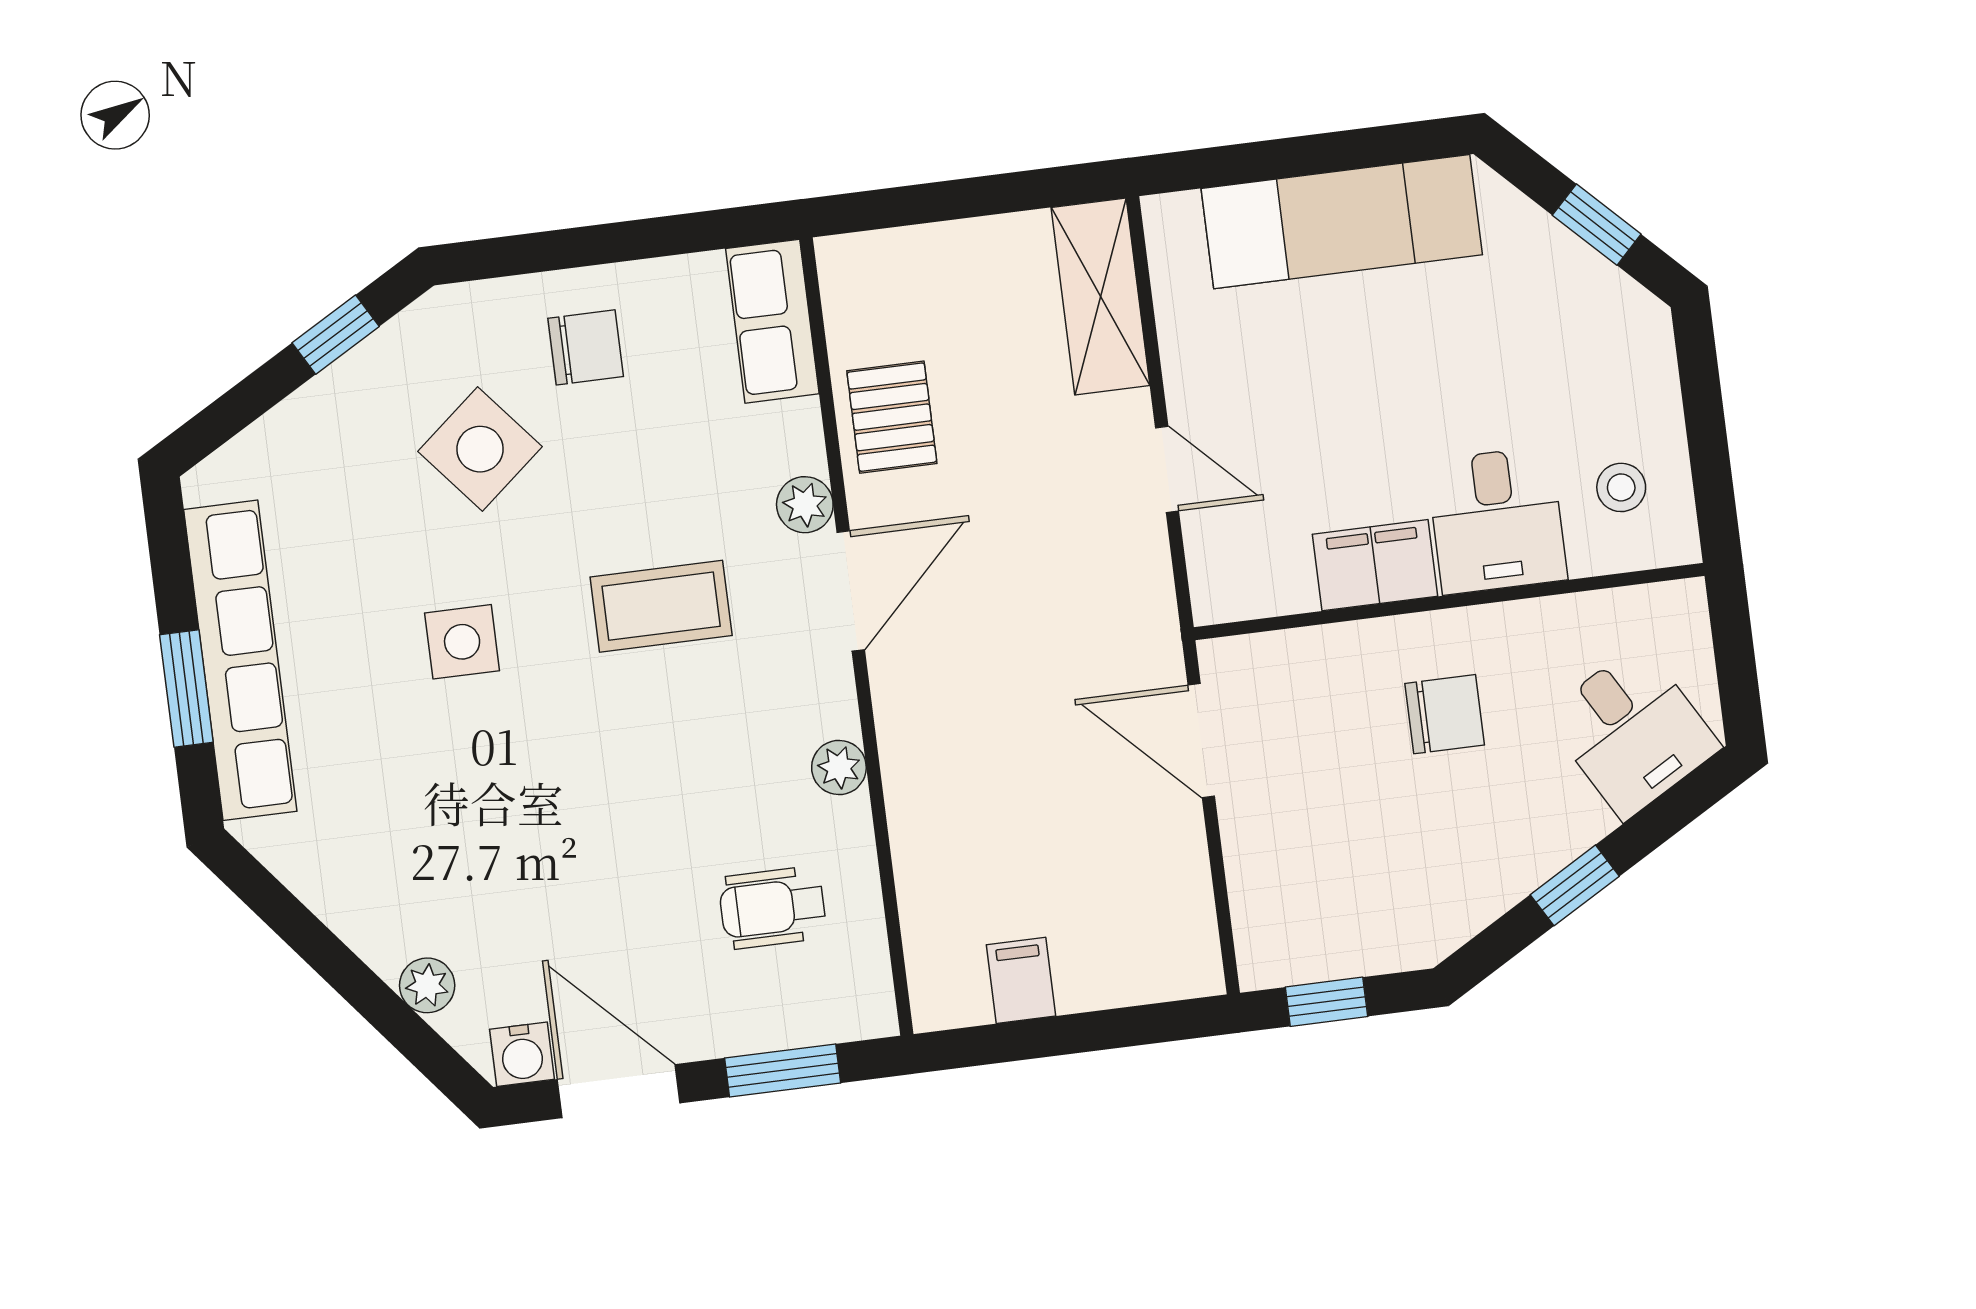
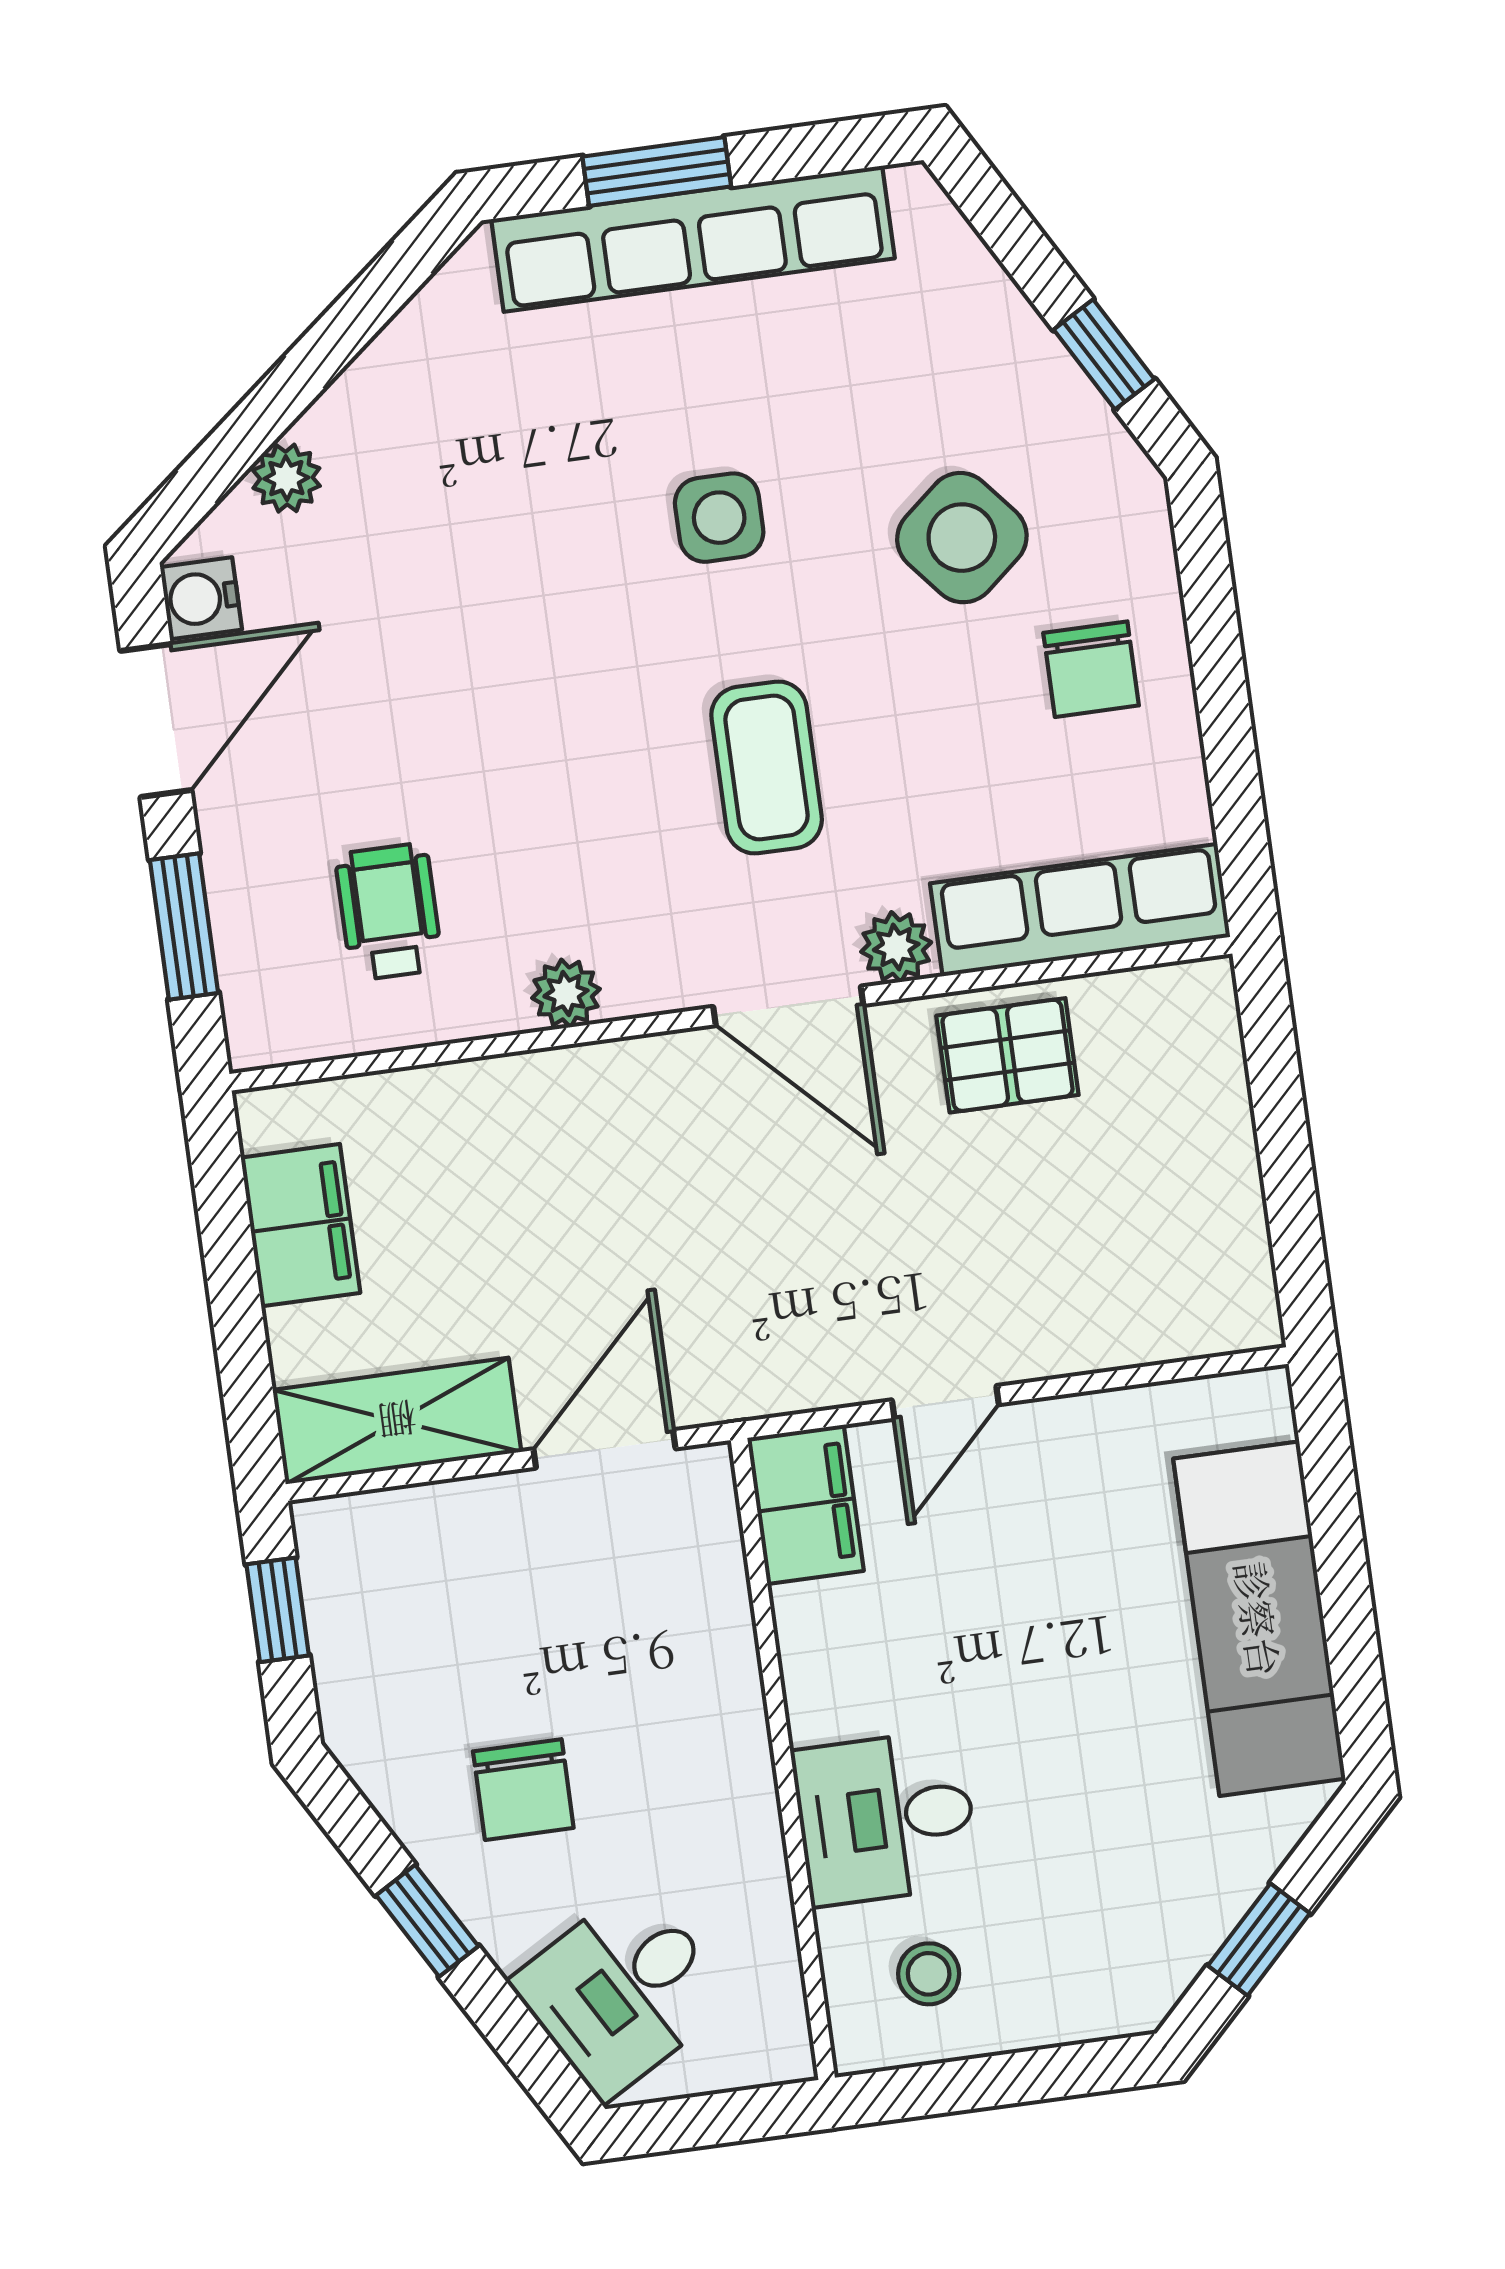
shelving: (1100, 297) -> (397, 1421), moved
row of seats: (772, 321) -> (1080, 910), width x1.48
filing cabinet: (1375, 565) -> (806, 1505), moved
chair: (1445, 714) -> (523, 1790), moved
filing cabinet: (1021, 980) -> (301, 1225), width x2.00

